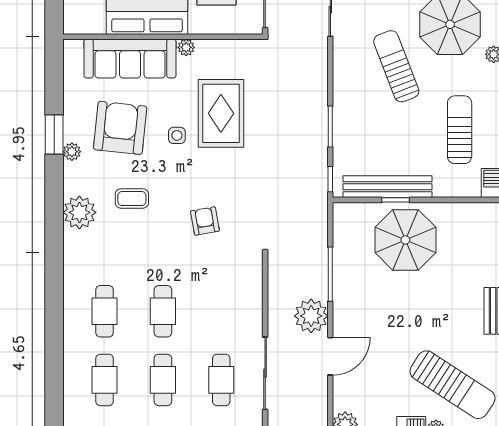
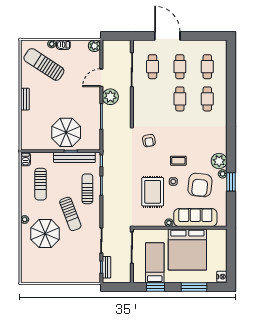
sun lounger: (360, 120) -> (87, 189), added
coffee table: (132, 198) -> (178, 161), moved
plant: (79, 212) -> (219, 161), moved
armchair: (205, 221) -> (149, 141), moved

